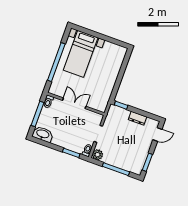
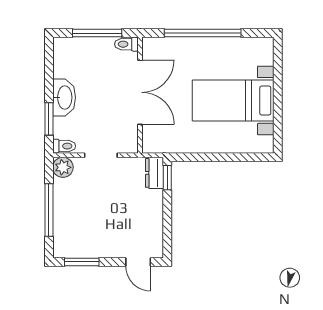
bed with nightstands: (81, 54) -> (233, 100), moved
double door: (74, 103) -> (140, 92), width x1.37
dresser: (137, 118) -> (154, 173), moved
washbasin: (43, 134) -> (64, 97), moved

